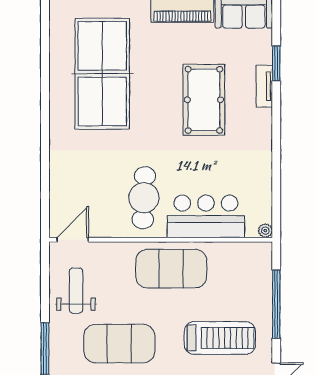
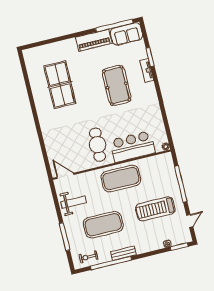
table tennis table: (102, 74) -> (60, 85), width x0.73, depth x0.76
door: (73, 240) -> (65, 176), hinge flipped
weight bench: (76, 290) -> (74, 202), turned 90
treadmill: (220, 338) -> (155, 209), turned 180

